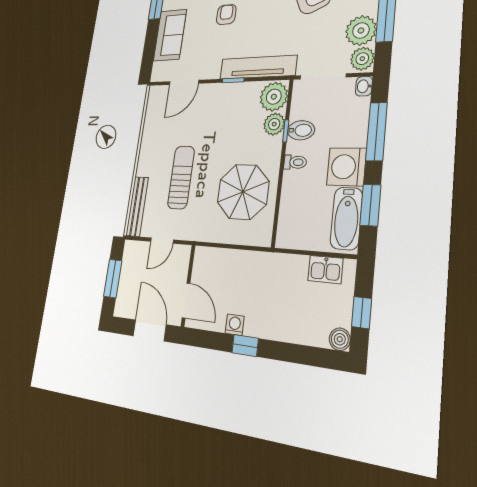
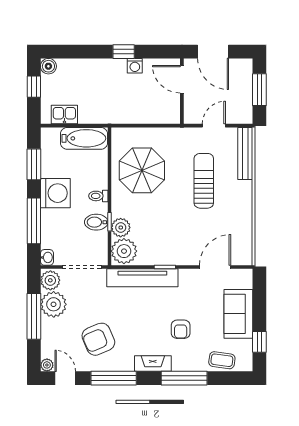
sun lounger: (181, 177) -> (204, 181), turned 180
bathtub: (346, 218) -> (84, 138), moved, turned 90

